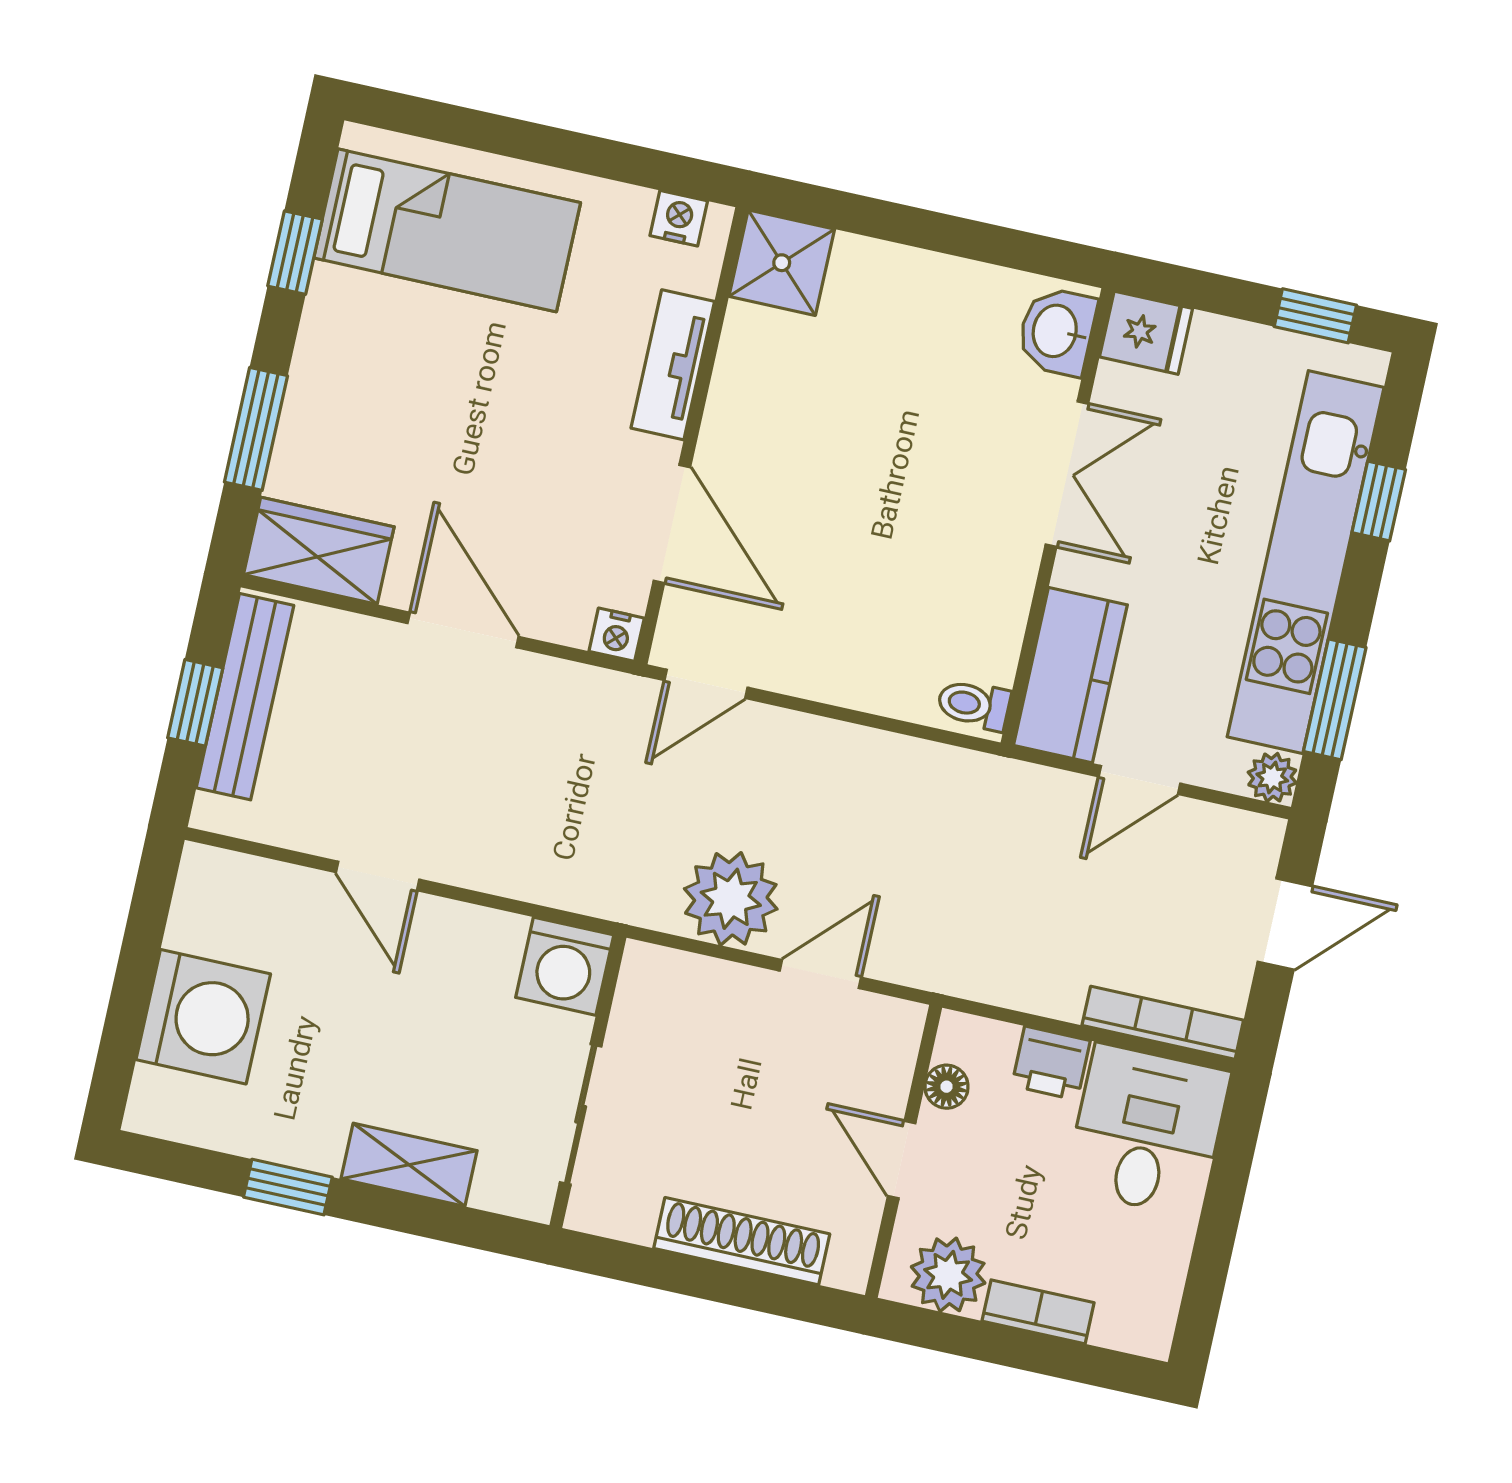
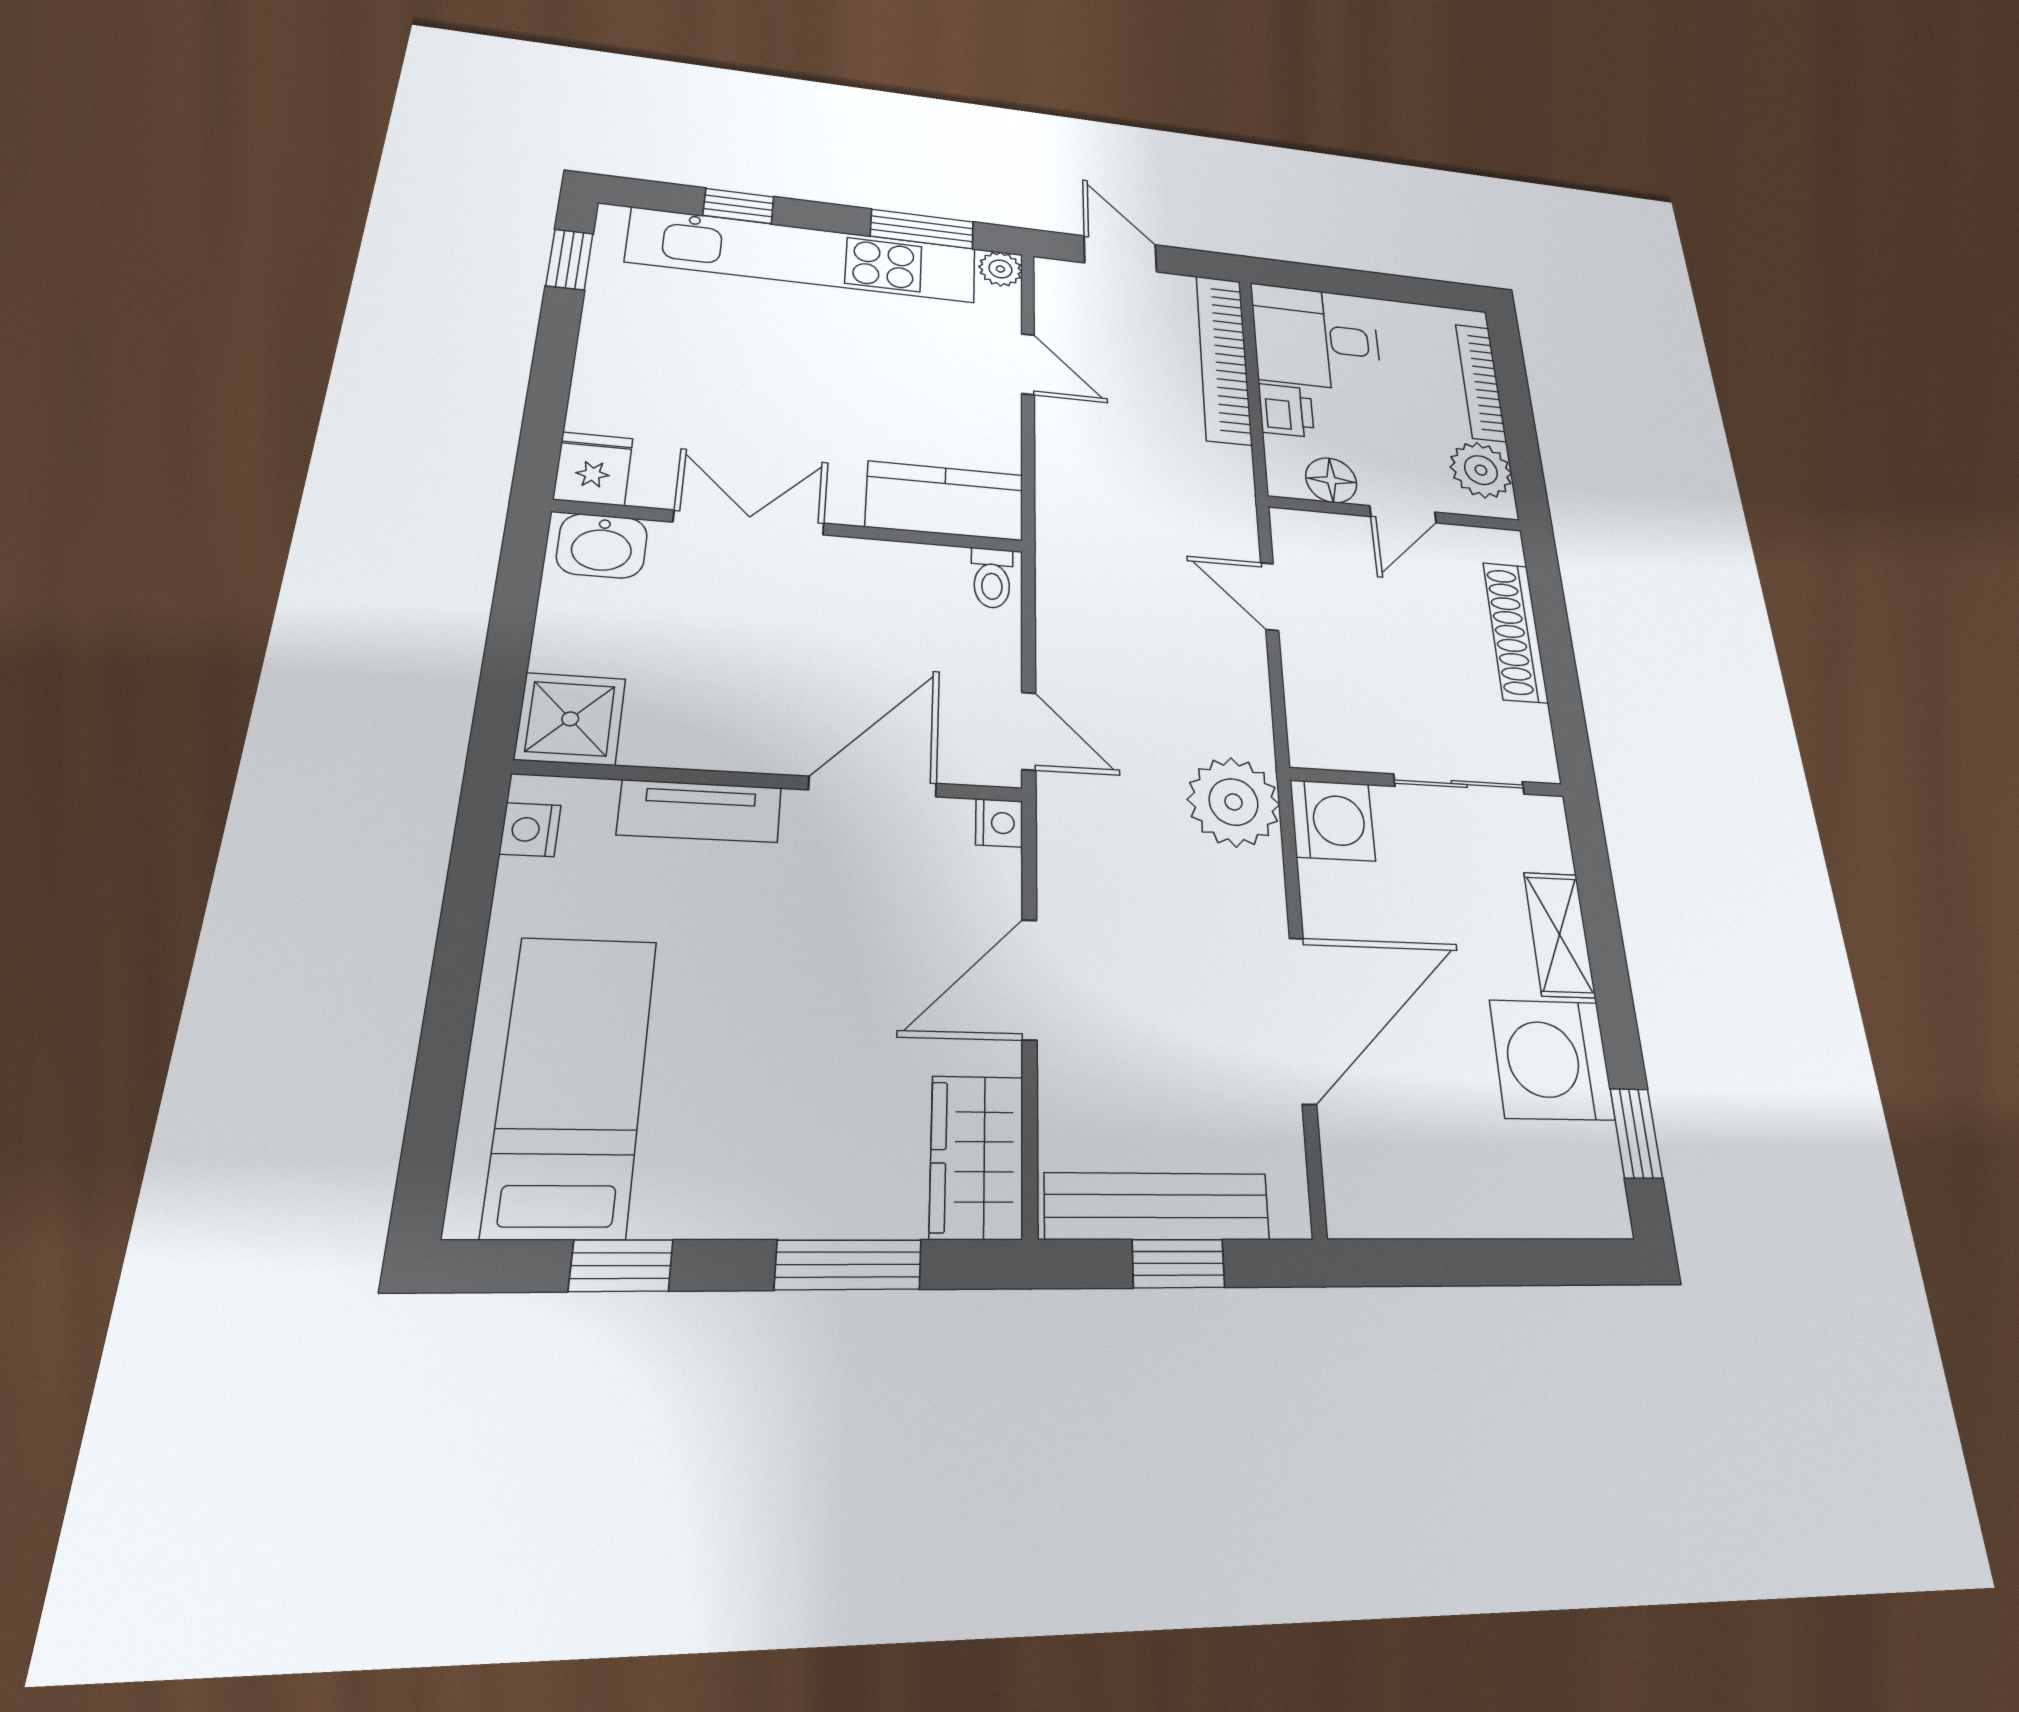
washbasin: (1057, 331) -> (602, 546), moved
fridge: (1146, 333) -> (593, 469), moved
double door: (1067, 474) -> (749, 523), moved
wall: (1057, 517) -> (794, 526), moved
kitchen counter: (1070, 675) -> (945, 501), moved
toilet: (974, 705) -> (992, 578), moved
door: (378, 876) -> (1303, 1020), width x1.87
plant: (731, 899) -> (1234, 802), moved
washing machine: (203, 1017) -> (1552, 1060), moved, turned -90
bookcase: (1163, 1023) -> (1224, 359), width x1.48, depth x1.31
floor lamp: (947, 1087) -> (1331, 480), width x1.37, depth x1.37
window: (288, 1187) -> (1636, 1133), moved
bookcase: (1038, 1312) -> (1481, 382), width x1.56

